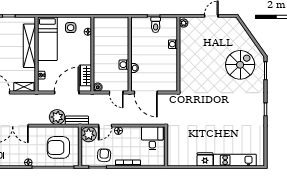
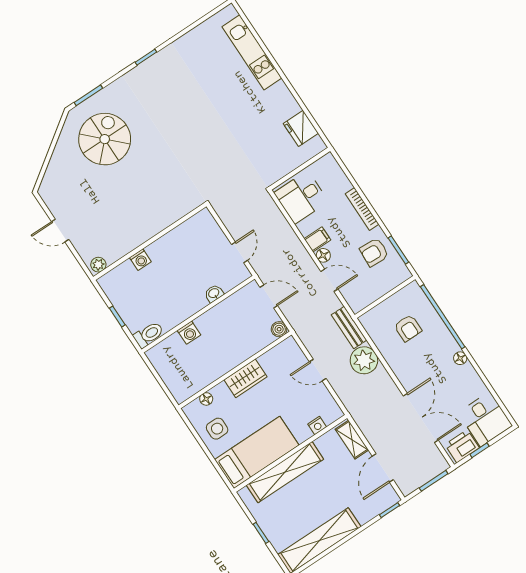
toilet: (156, 25) -> (148, 335), moved
washing machine: (124, 65) -> (189, 333), moved
spiral stairs: (240, 65) -> (105, 139), turned 90
wardrobe: (85, 75) -> (245, 378), moved
door: (67, 93) -> (318, 370), width x0.53
door: (116, 93) -> (269, 296), hinge flipped
door: (146, 93) -> (239, 252), width x0.53
filing cabinet: (128, 133) -> (317, 239), added
plant: (89, 134) -> (358, 296), removed
armchair: (58, 147) -> (408, 328), width x0.53, depth x0.53
fridge: (205, 159) -> (301, 128), moved

